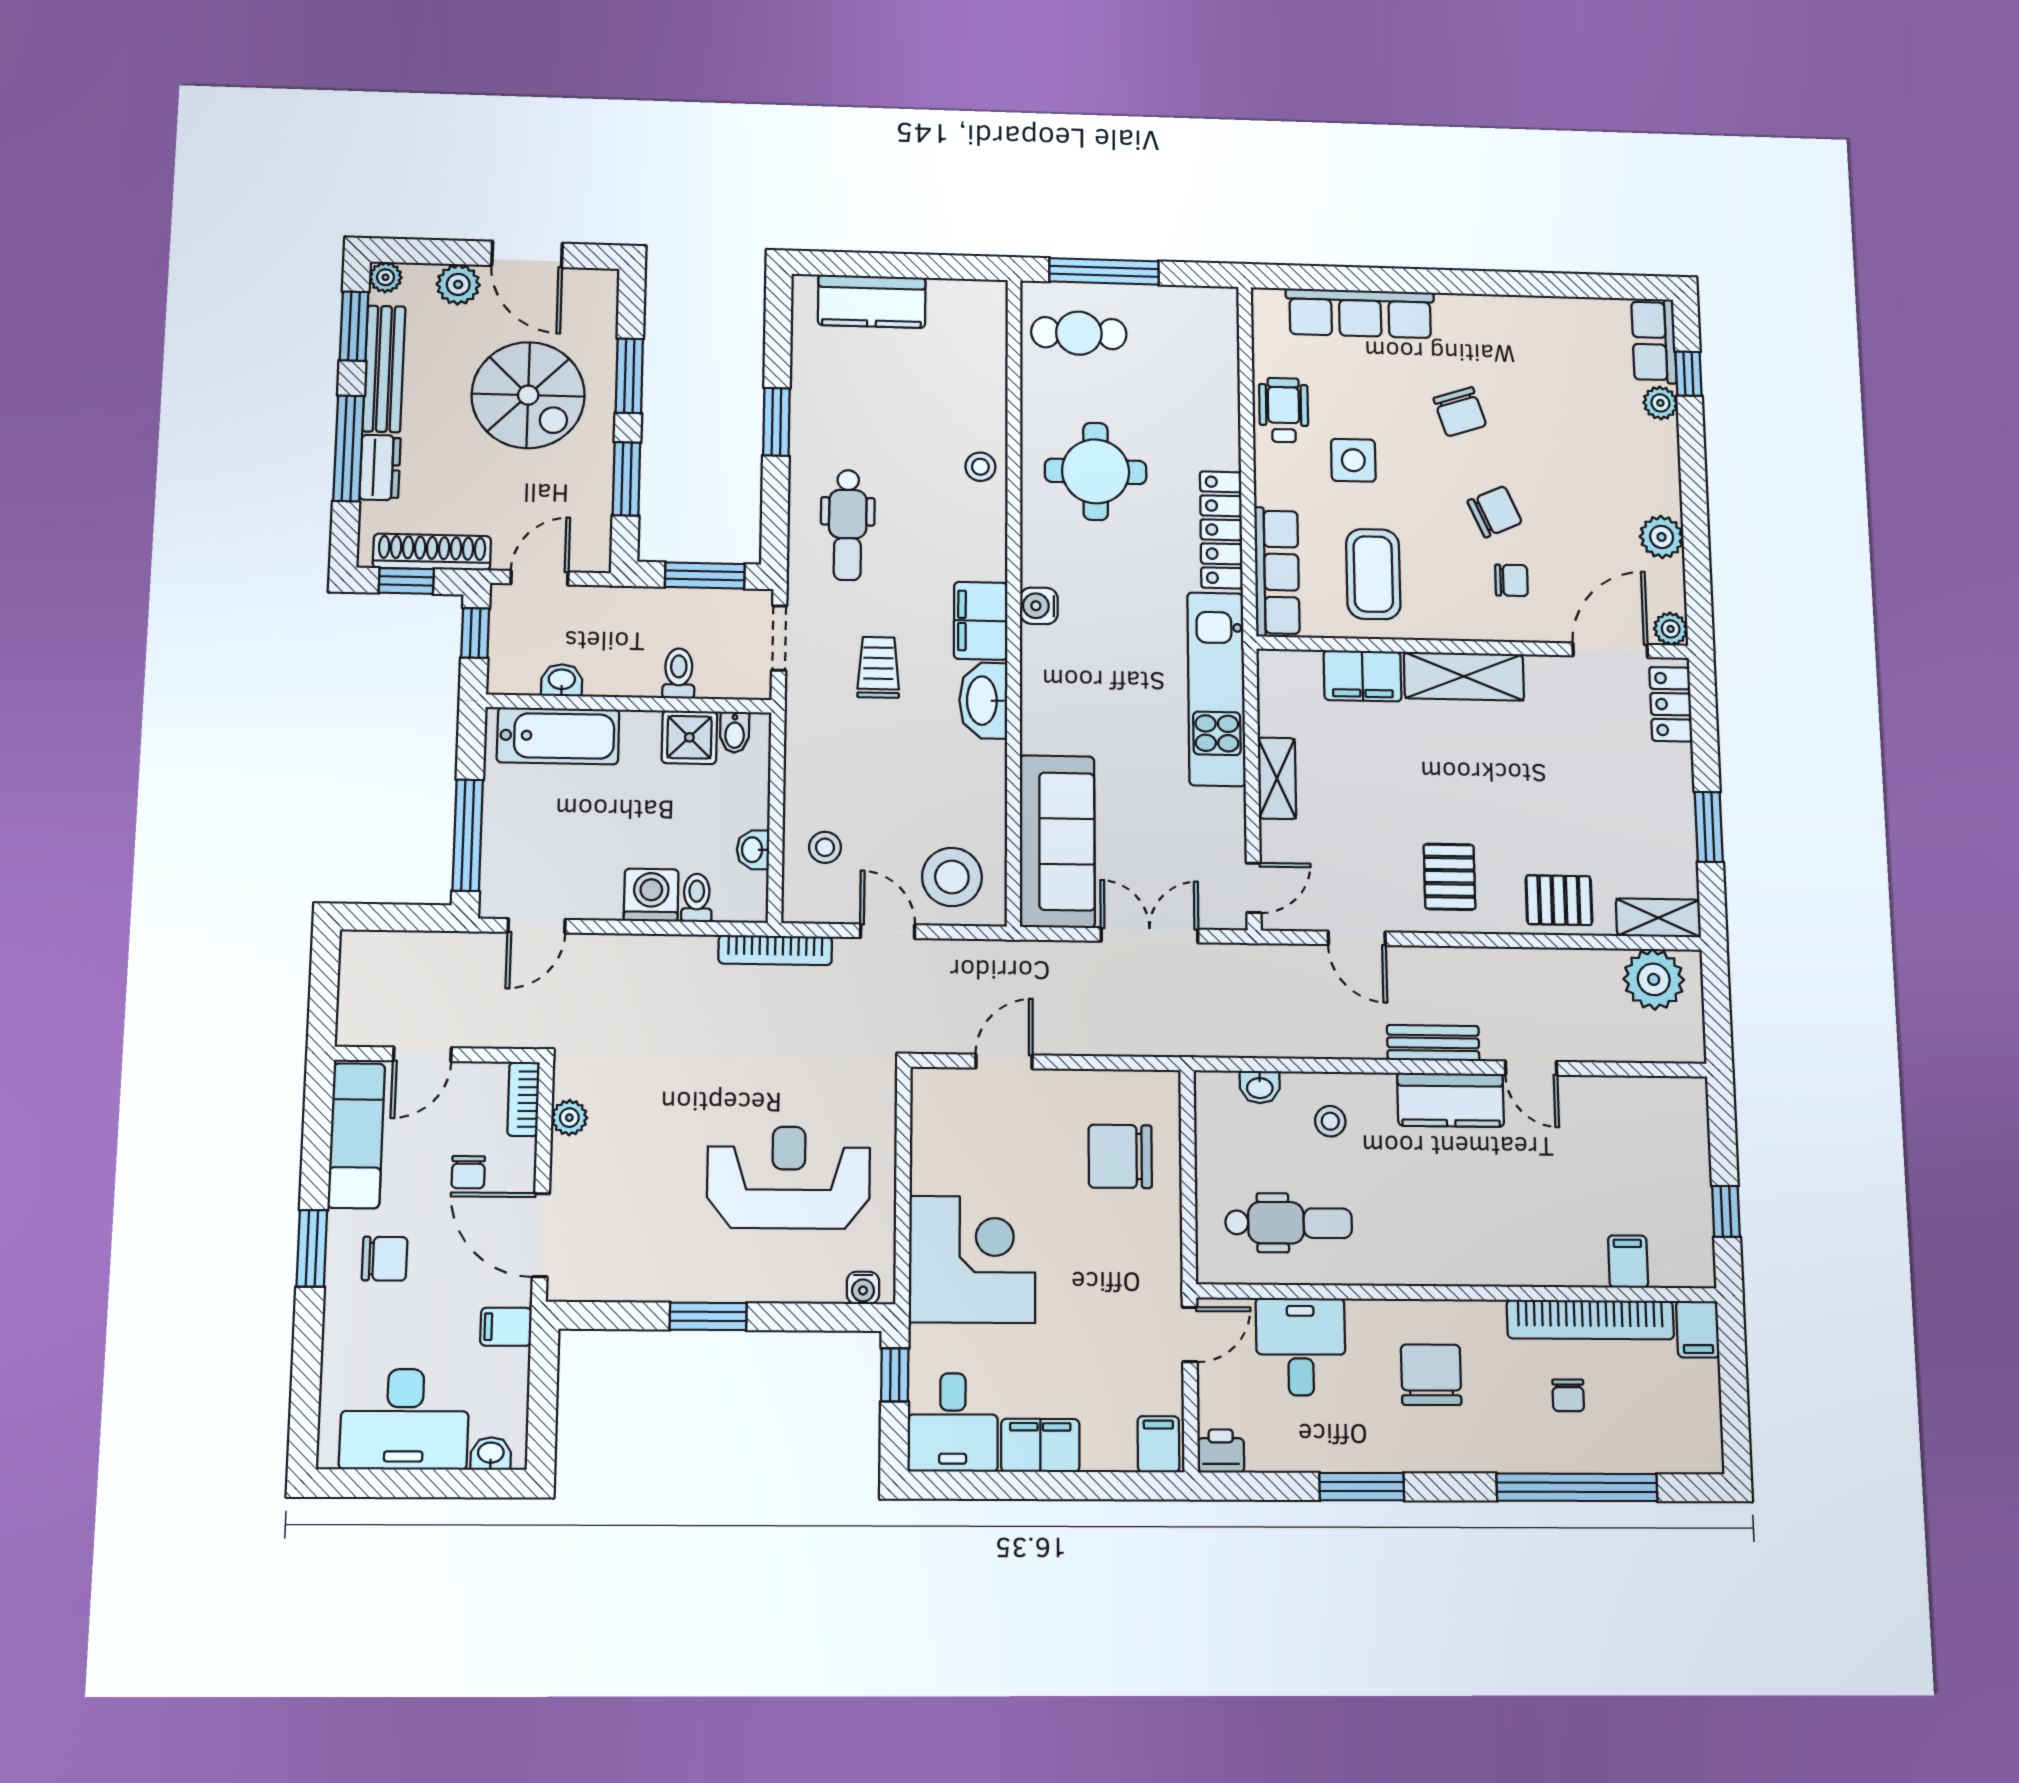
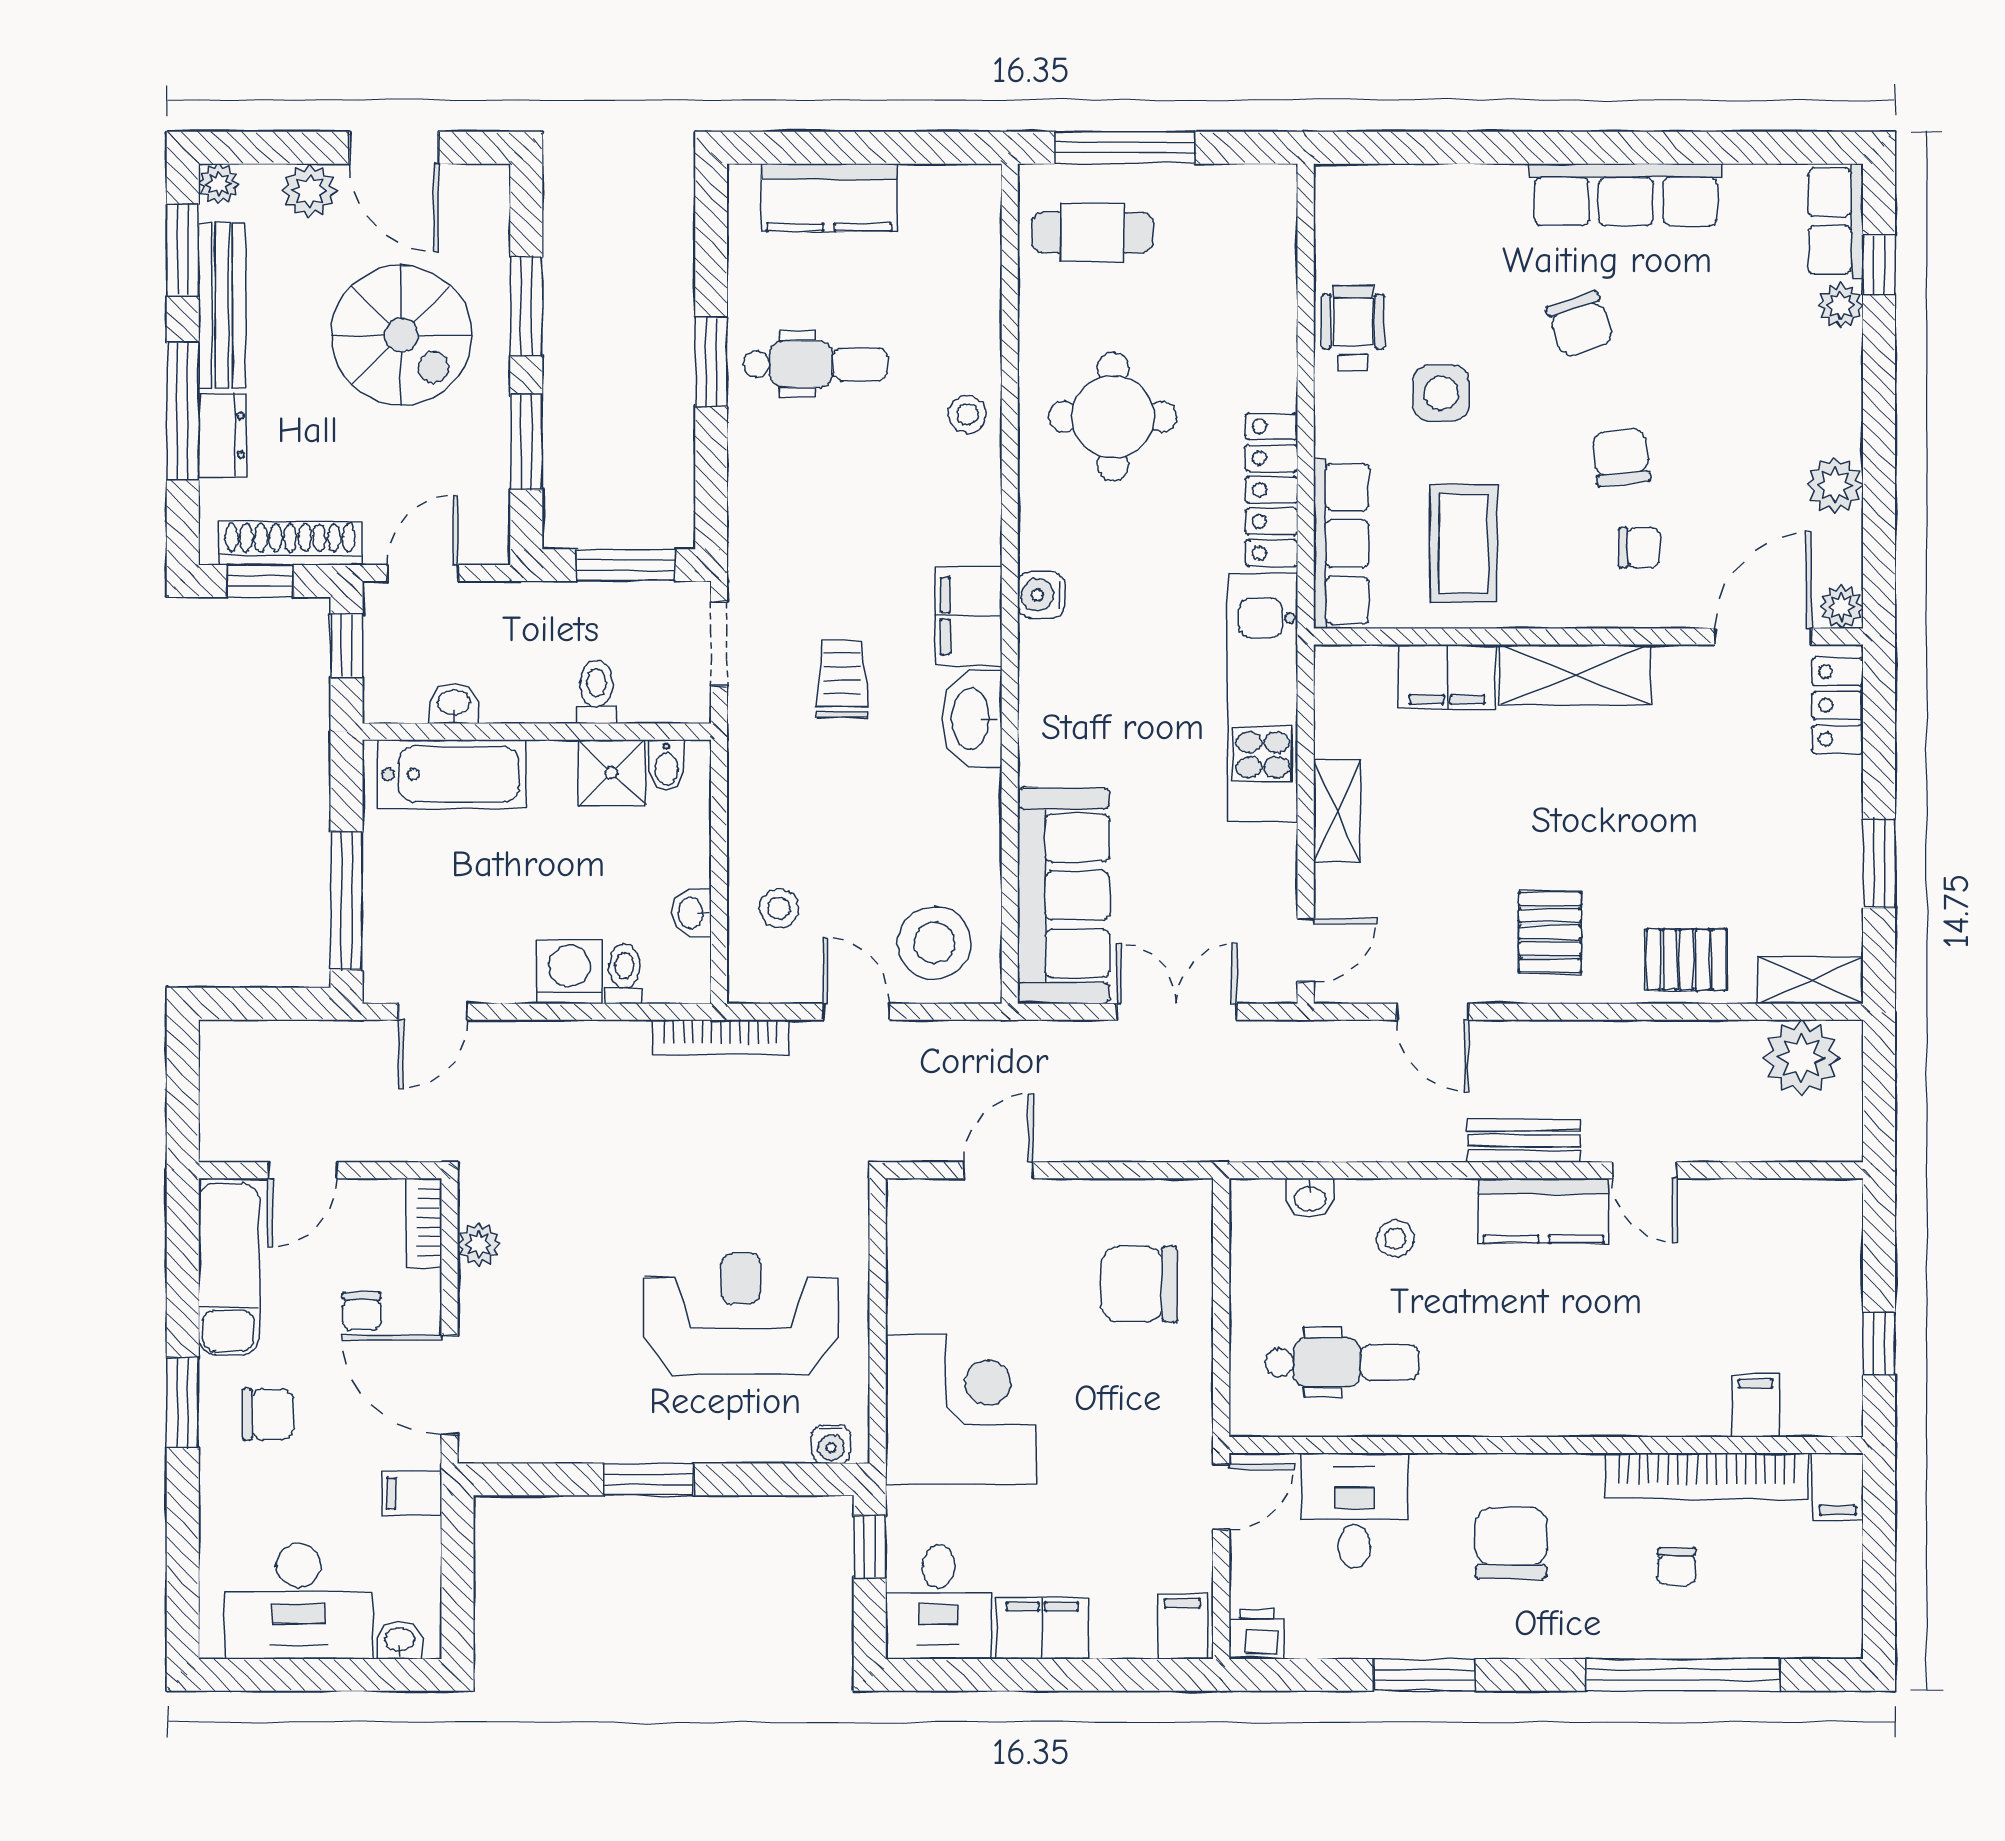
row of seats: (1360, 313) -> (1626, 195), moved
chair: (1495, 512) -> (1621, 457), turned -72
dental chair: (848, 525) -> (815, 364), moved, turned -90

